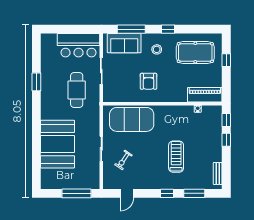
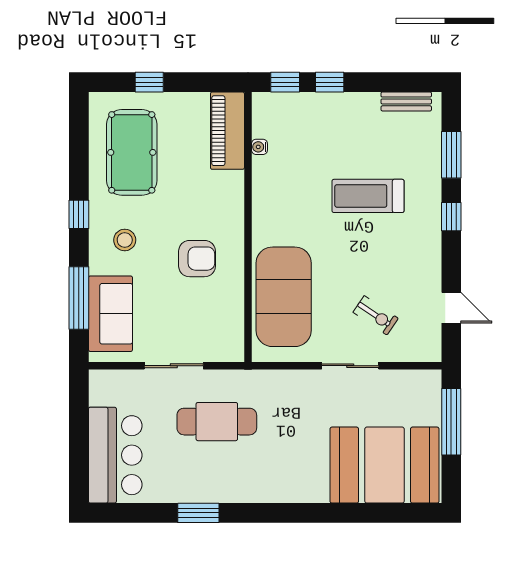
bar counter: (78, 45) -> (115, 455), moved
booth: (57, 144) -> (385, 465), moved

